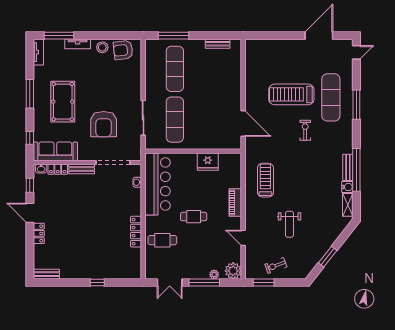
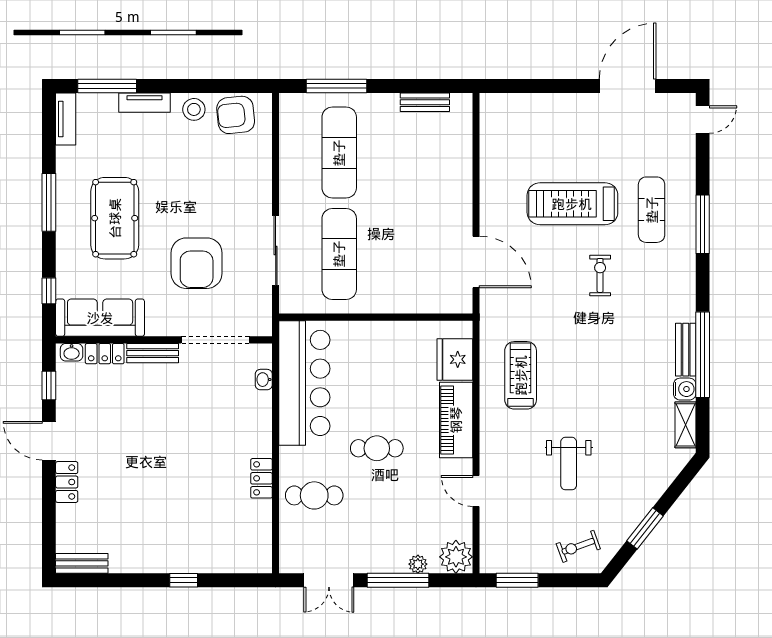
exercise mat: (331, 97) -> (652, 210), width x0.73, depth x0.69
fridge: (208, 162) -> (455, 359), moved, turned 90
piano: (235, 202) -> (456, 420), width x1.37, depth x1.33
locker: (136, 232) -> (262, 478), width x0.66
exercise bike: (276, 266) -> (578, 546), moved

